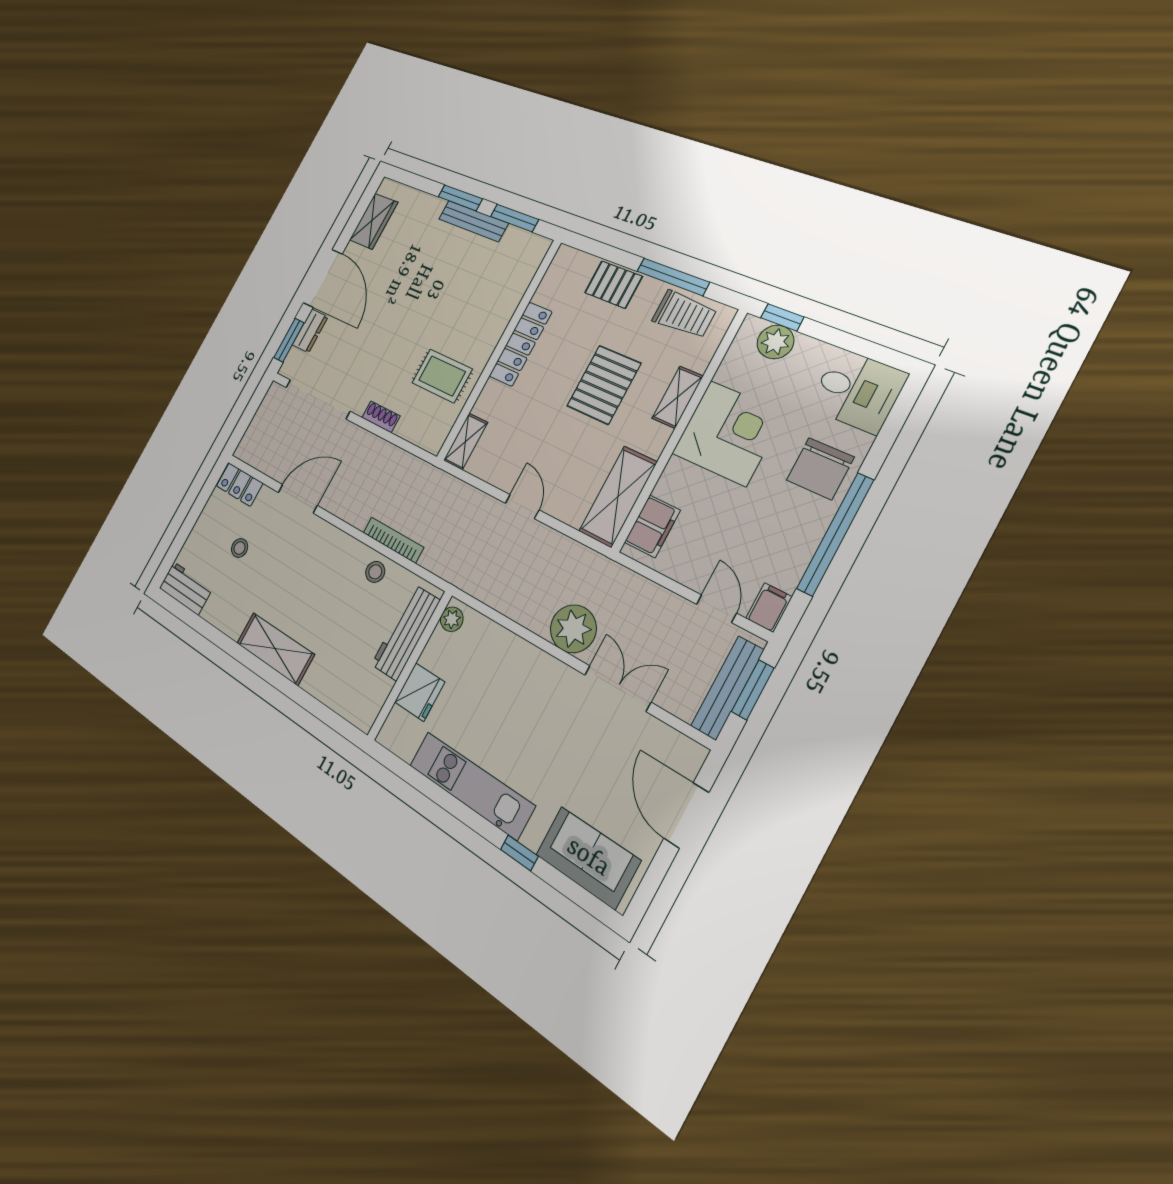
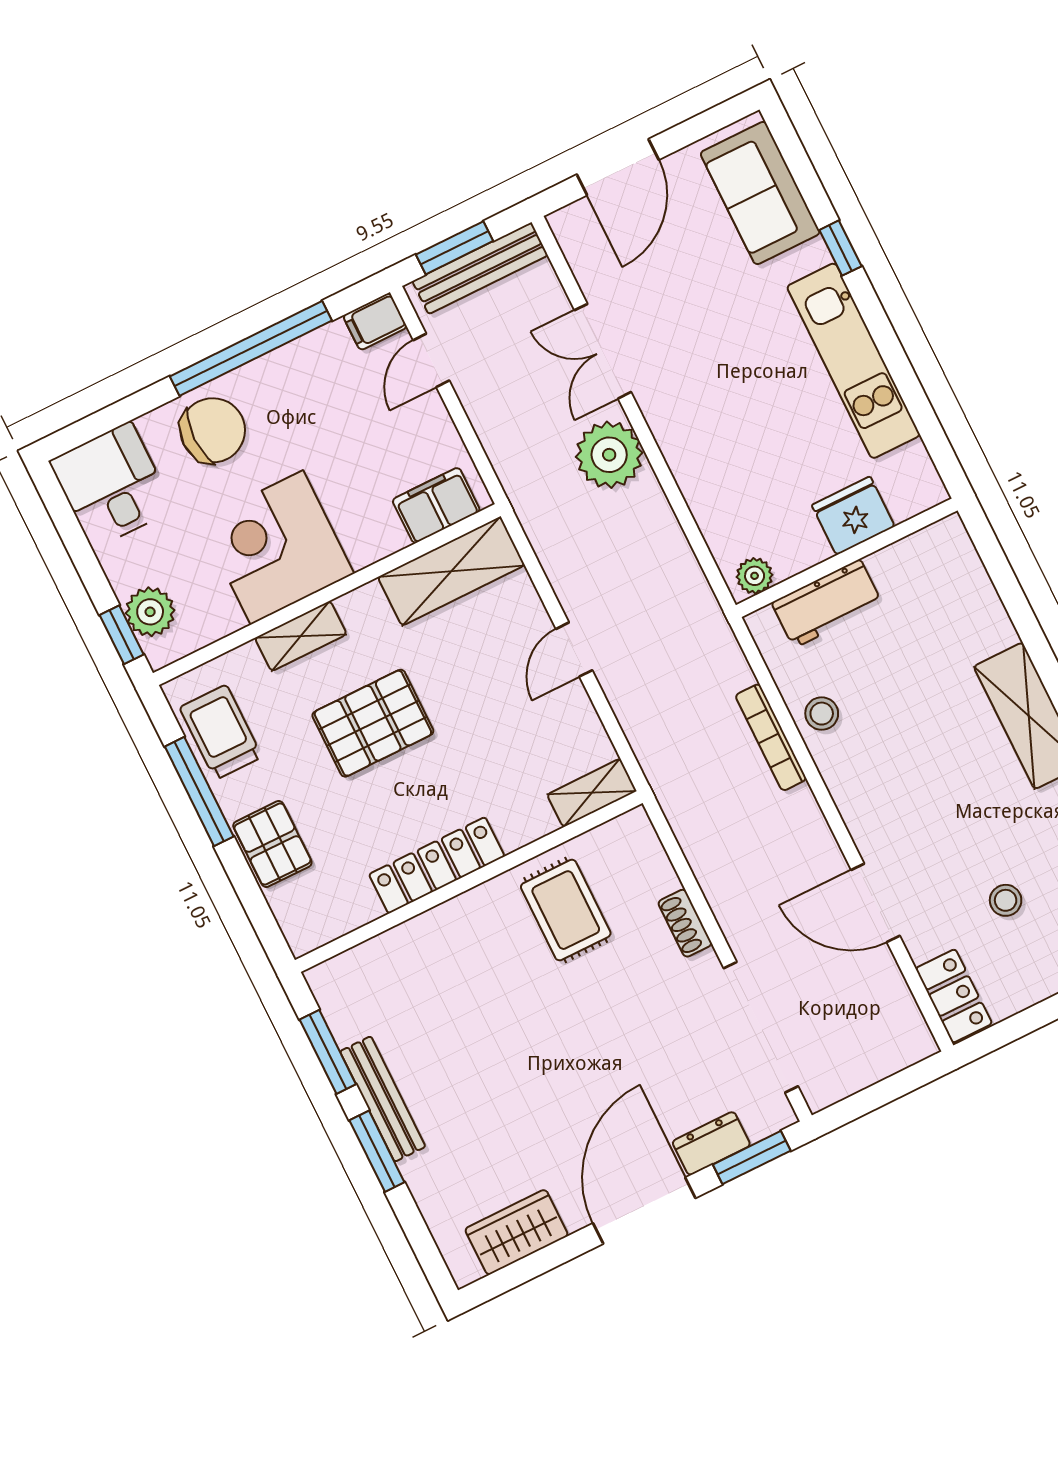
workbench: (406, 632) -> (827, 604), width x0.73

